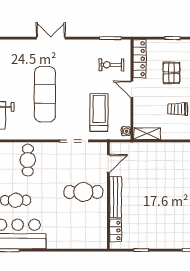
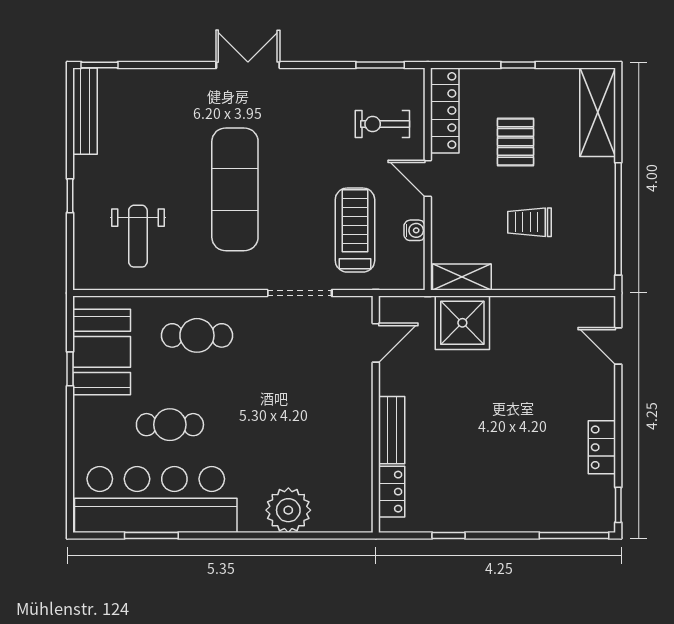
water cooler: (126, 131) -> (415, 230), moved
shower: (147, 154) -> (462, 323), added
cafe table: (28, 160) -> (197, 335), turned 90
cafe table: (83, 192) -> (320, 406), removed
bench: (116, 197) -> (392, 430), width x0.73
plant: (69, 239) -> (288, 510), added

